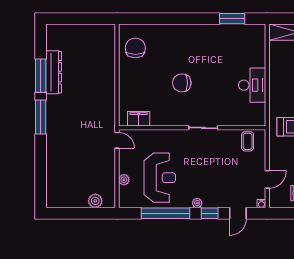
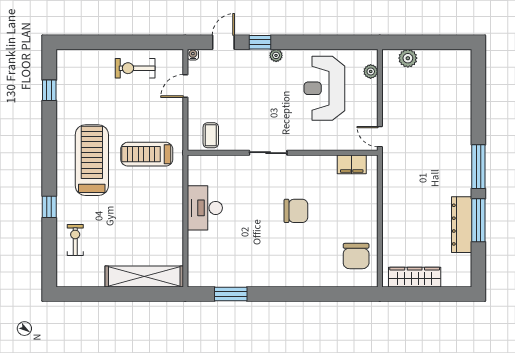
wardrobe: (90, 32) -> (415, 277), added
plant: (124, 180) -> (371, 71), moved
window: (165, 213) -> (317, 42), removed

